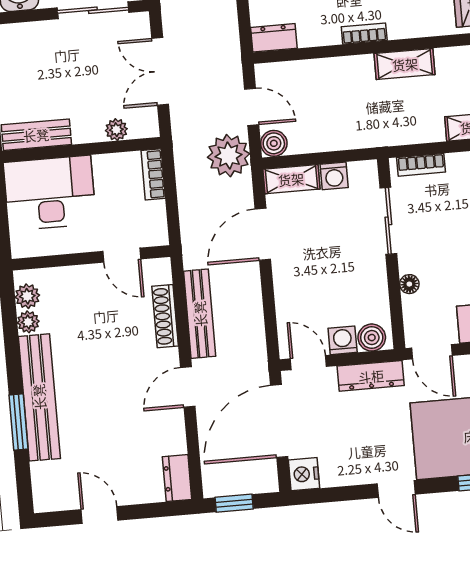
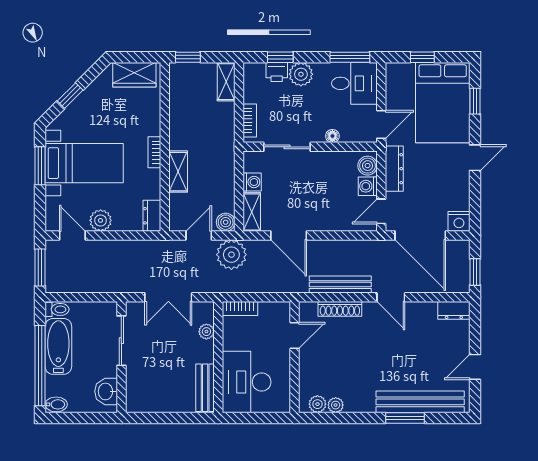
shelving: (405, 64) -> (178, 172), moved
bench: (39, 397) -> (420, 402), moved

